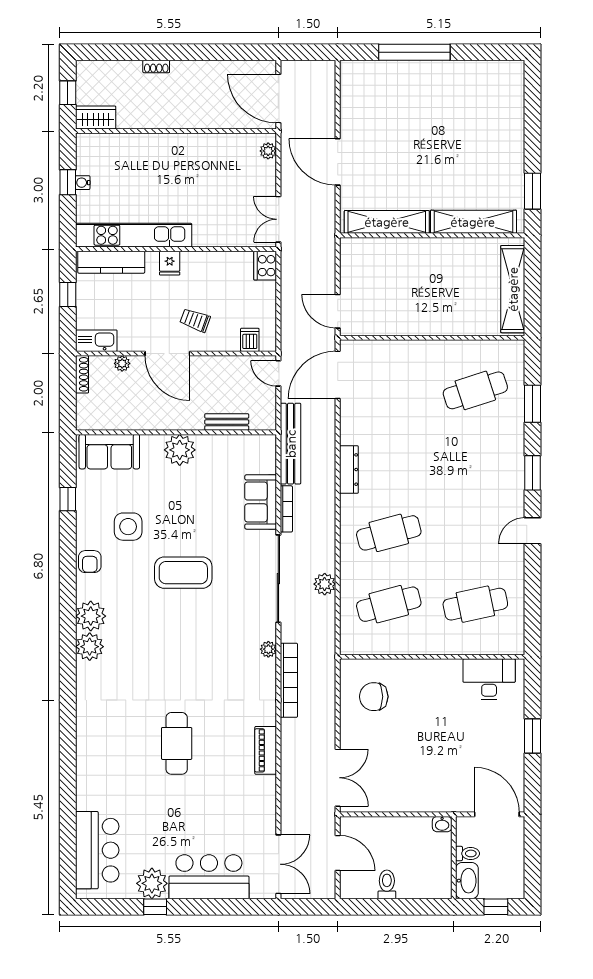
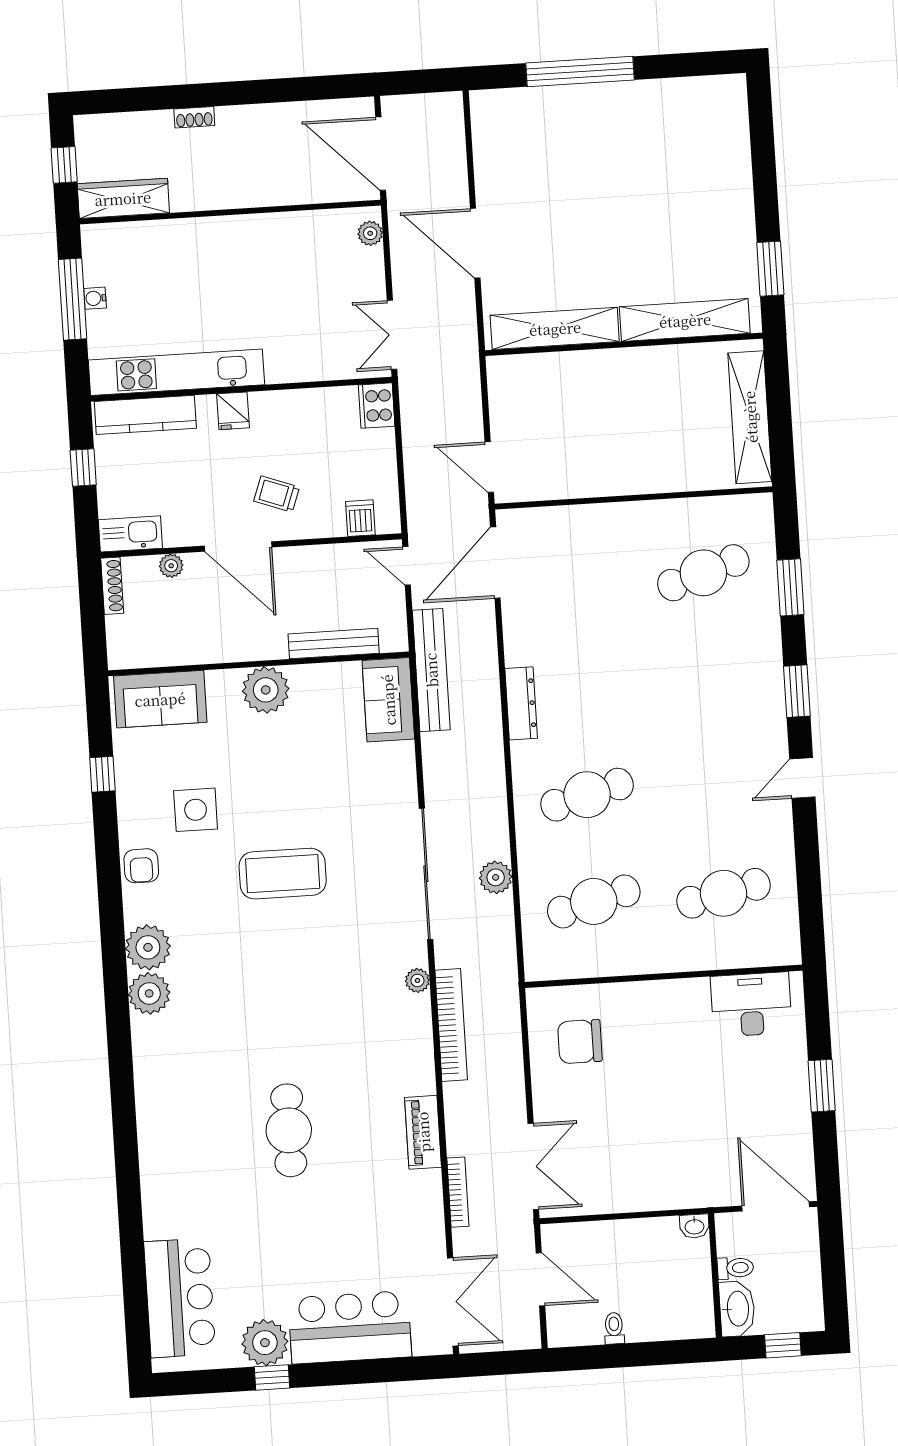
wardrobe: (96, 117) -> (123, 198), width x1.50
window: (68, 182) -> (73, 299), width x2.17
bench: (227, 422) -> (334, 644), width x1.36
sofa: (261, 502) -> (388, 700), moved
bookcase: (286, 509) -> (458, 1192), moved
toilet: (387, 884) -> (614, 1328), width x0.73, depth x0.72

